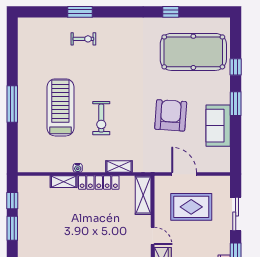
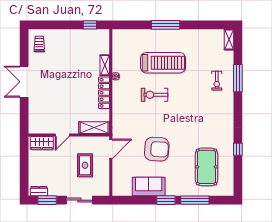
window: (80, 12) -> (238, 78), width x1.44
pool table: (193, 52) -> (206, 167), width x0.73, depth x0.76
window: (236, 67) -> (195, 200), width x2.17
shelving: (119, 166) -> (229, 39), moved
door: (184, 174) -> (111, 149), moved
rug: (191, 207) -> (85, 165), width x0.73, depth x0.70
window: (12, 228) -> (68, 25), removed

